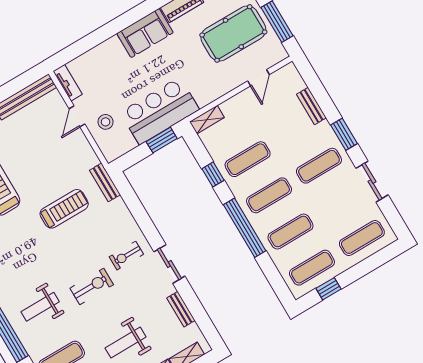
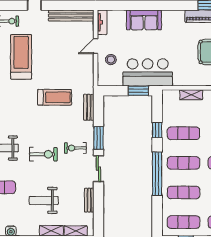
sofa: (145, 33) -> (144, 20), moved
shelving: (207, 120) -> (191, 95), moved
bench: (105, 182) -> (89, 107), moved
window: (147, 226) -> (98, 138), added

